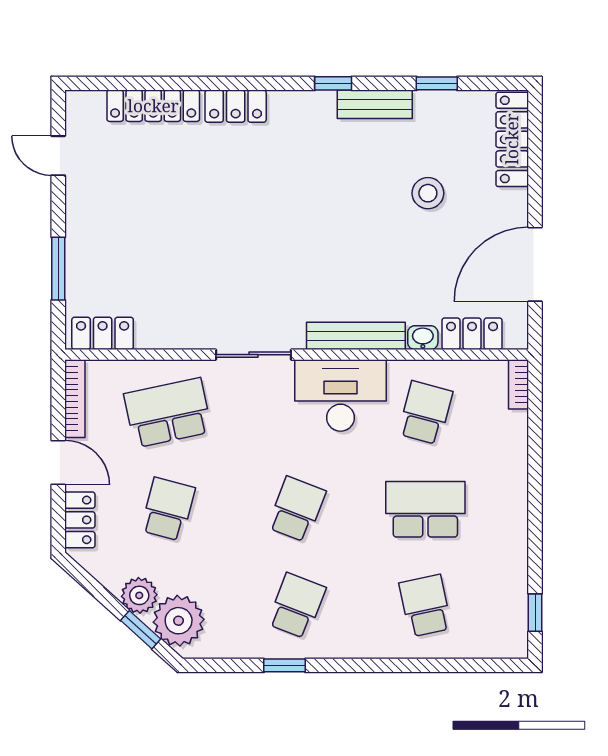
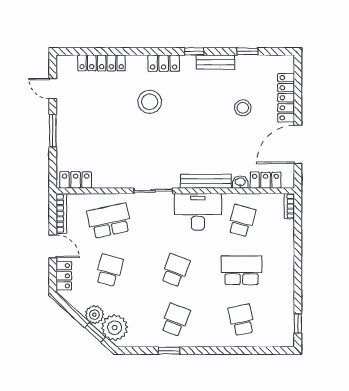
locker: (236, 106) -> (164, 63), moved
locker: (512, 139) -> (286, 98), moved
stool: (247, 181) -> (150, 102), added
window: (58, 269) -> (53, 131), moved

